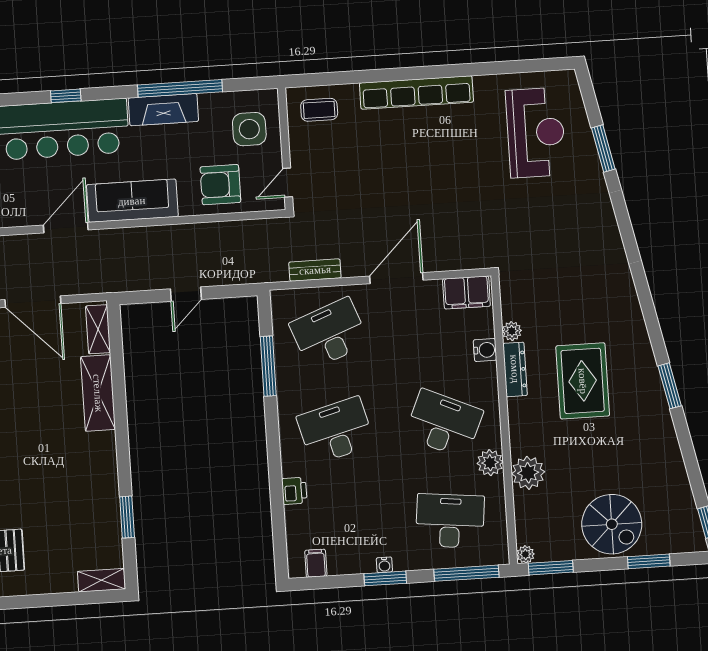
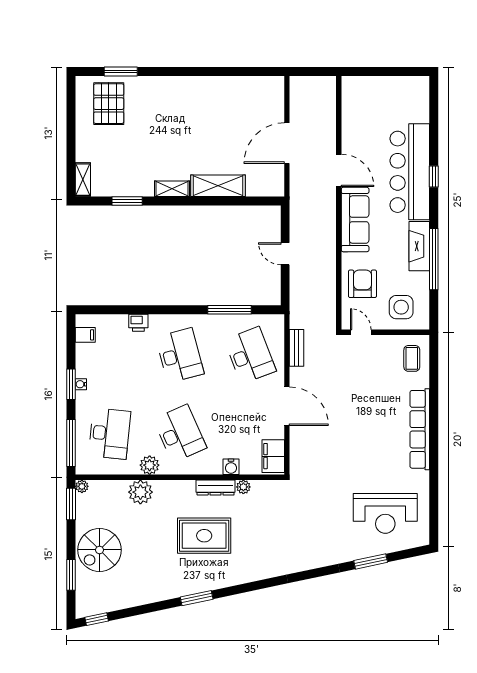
shelving: (98, 329) -> (172, 189), moved
desk: (444, 424) -> (180, 434), turned -48

